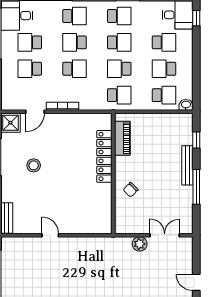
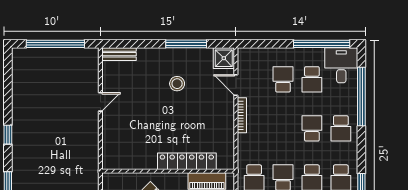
school desk: (30, 42) -> (312, 79), turned 180
school desk: (74, 69) -> (283, 128), removed

